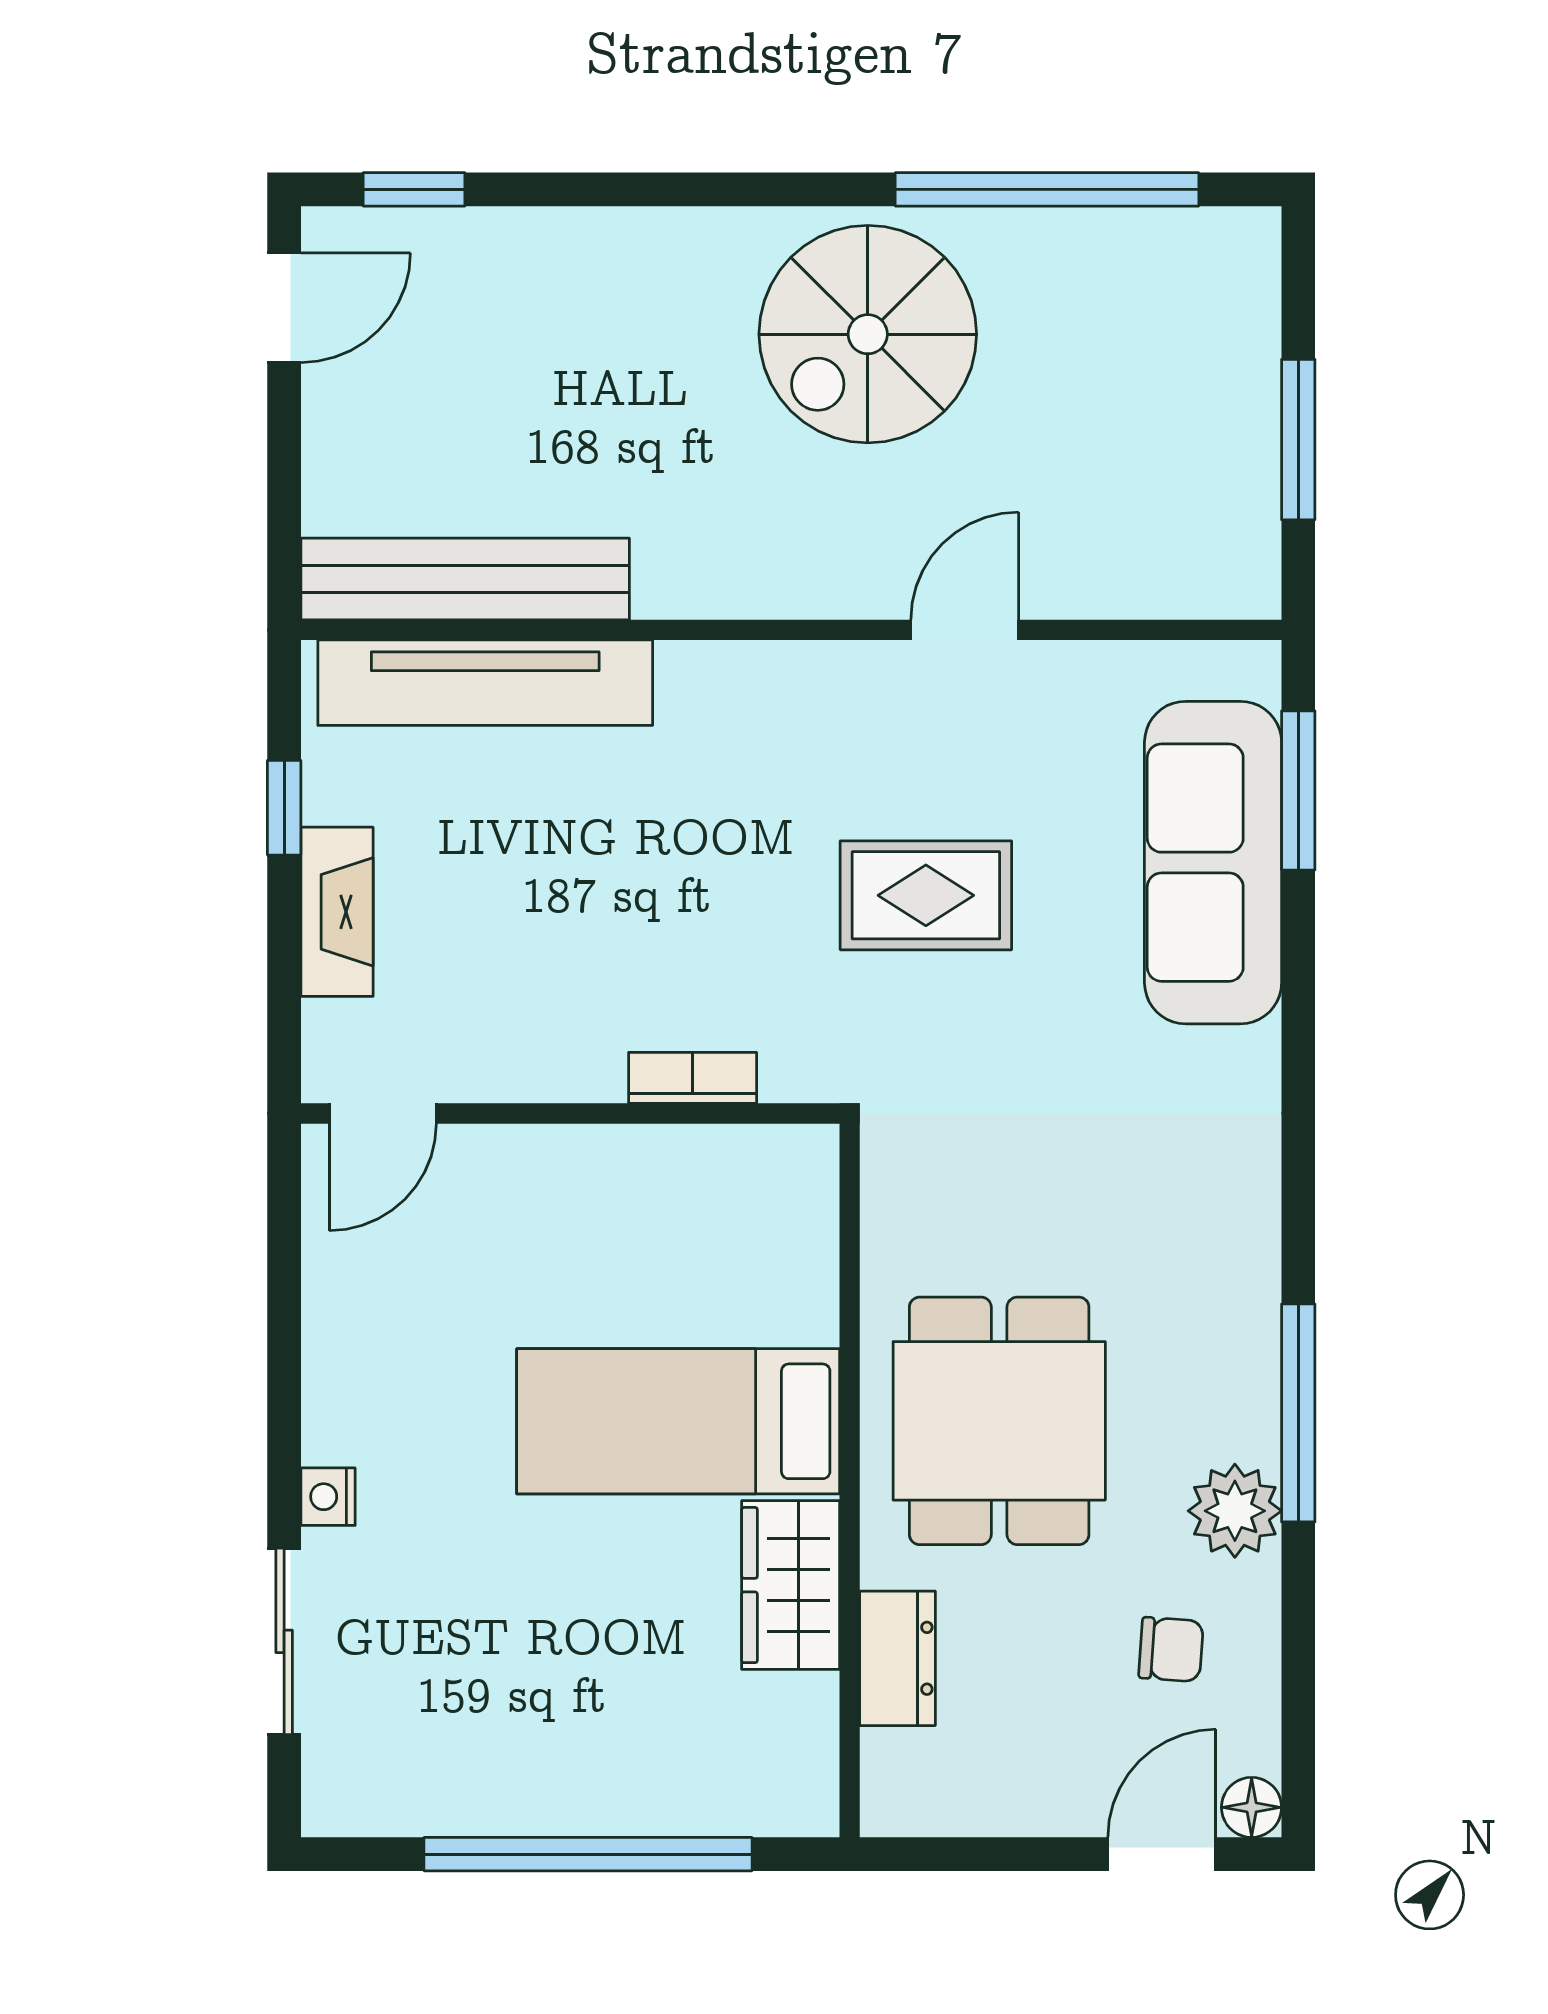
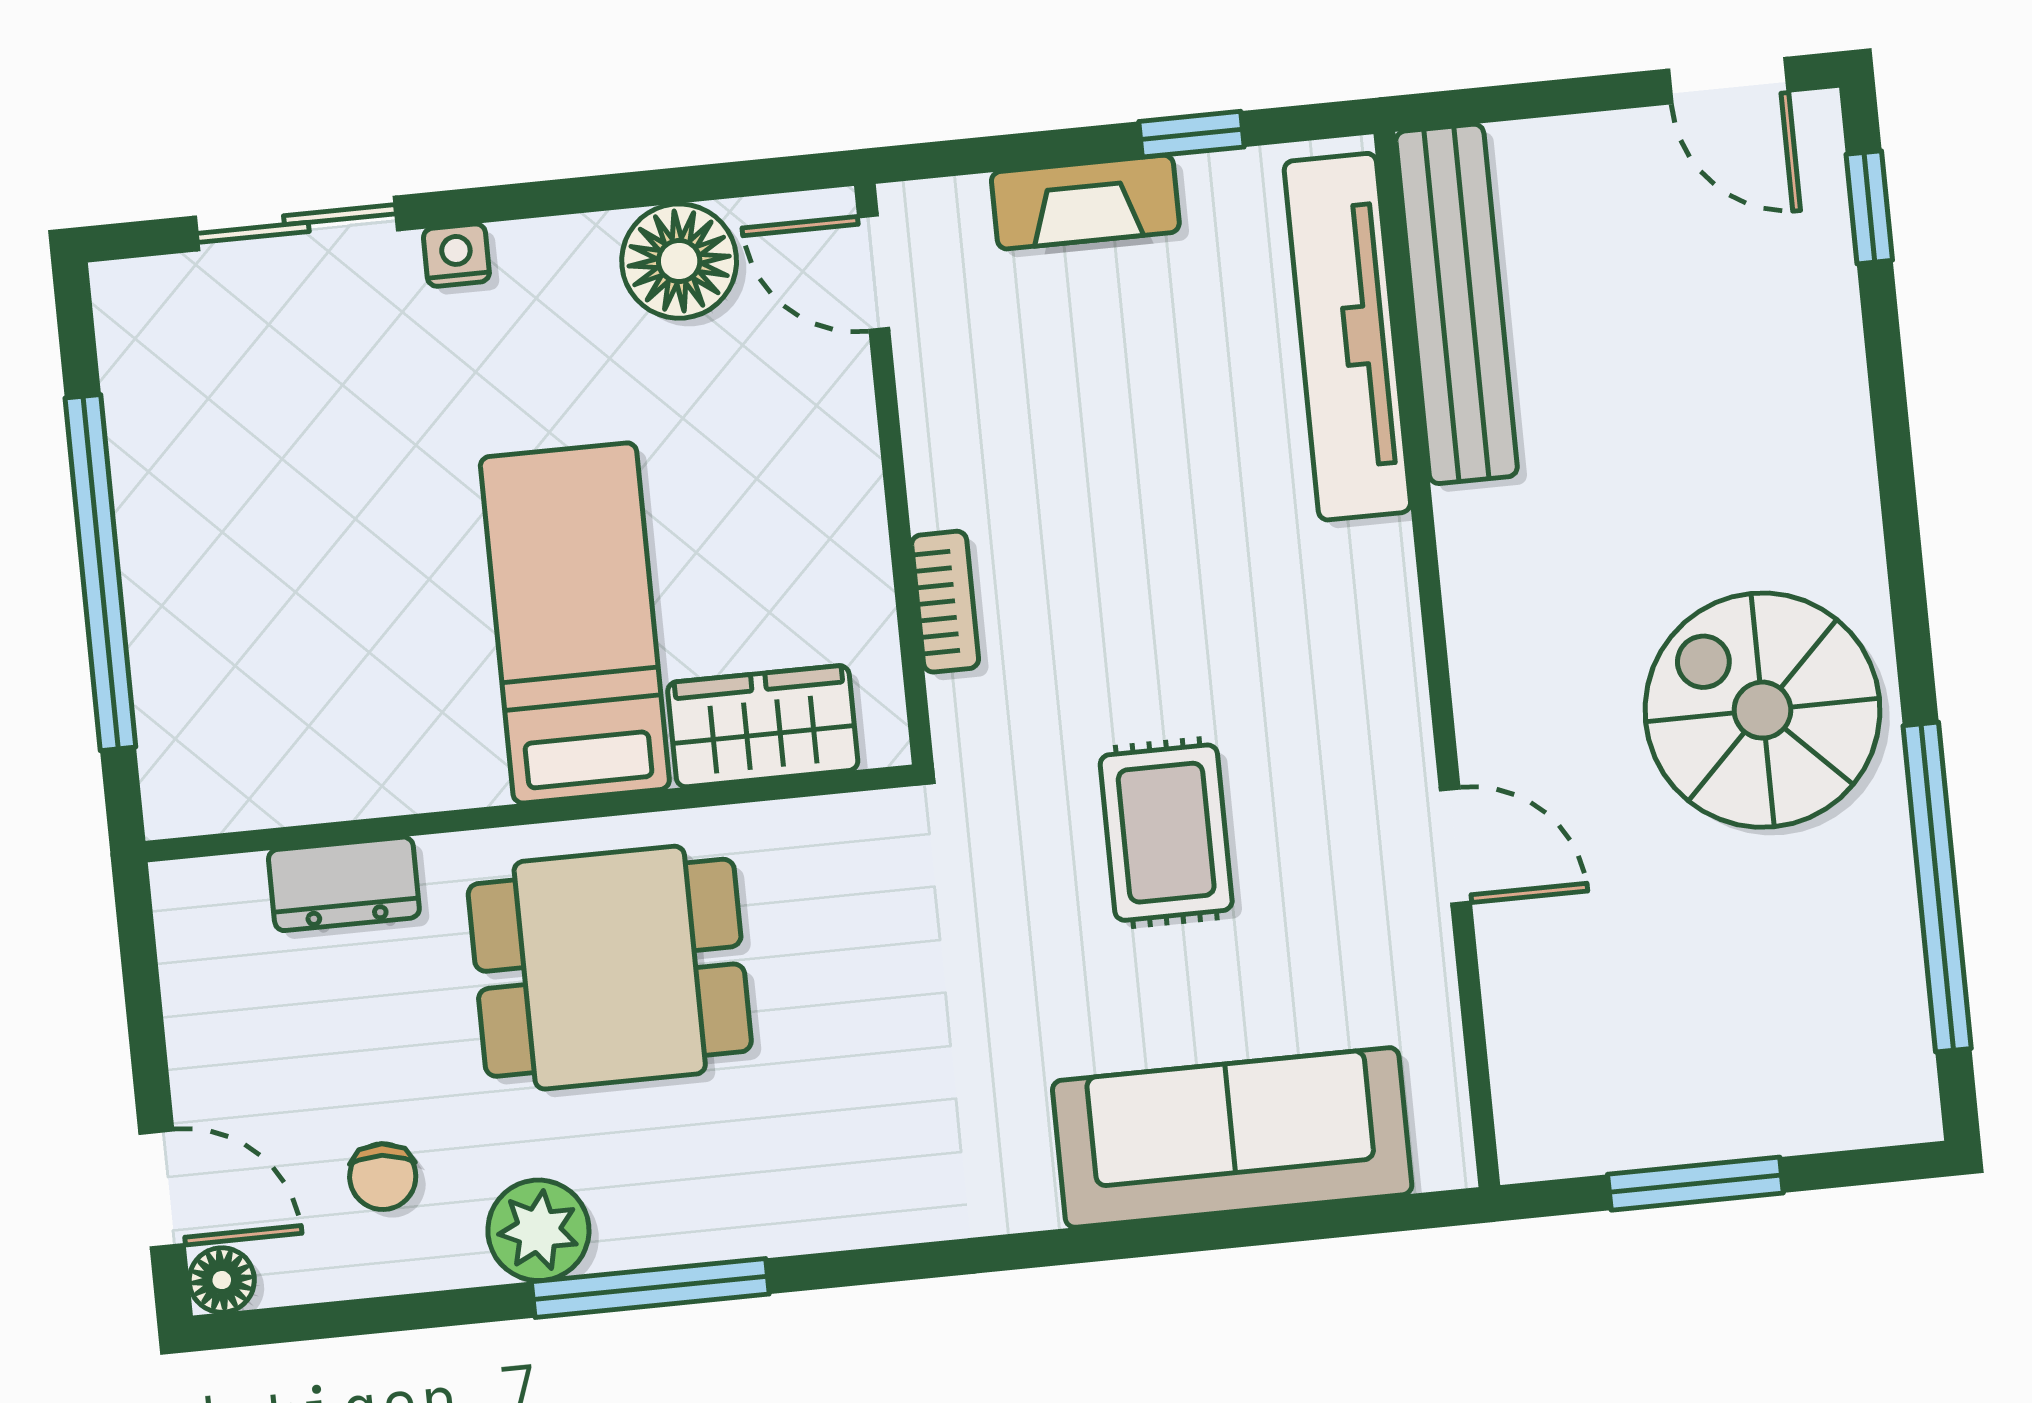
window: (1298, 790) -> (1319, 1221), removed
floor lamp: (354, 1292) -> (679, 261), added
wardrobe: (791, 1585) -> (763, 726), moved

